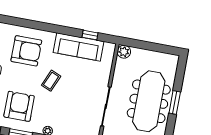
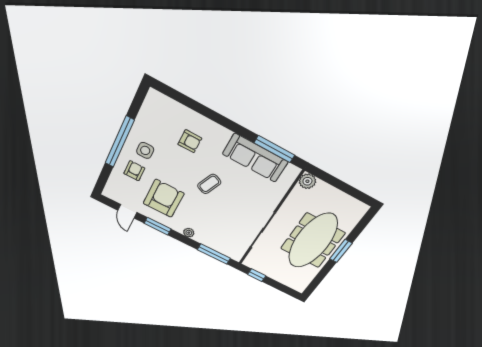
window: (90, 35) -> (274, 149), width x2.17
armchair: (26, 51) -> (190, 141), width x0.53, depth x0.53

